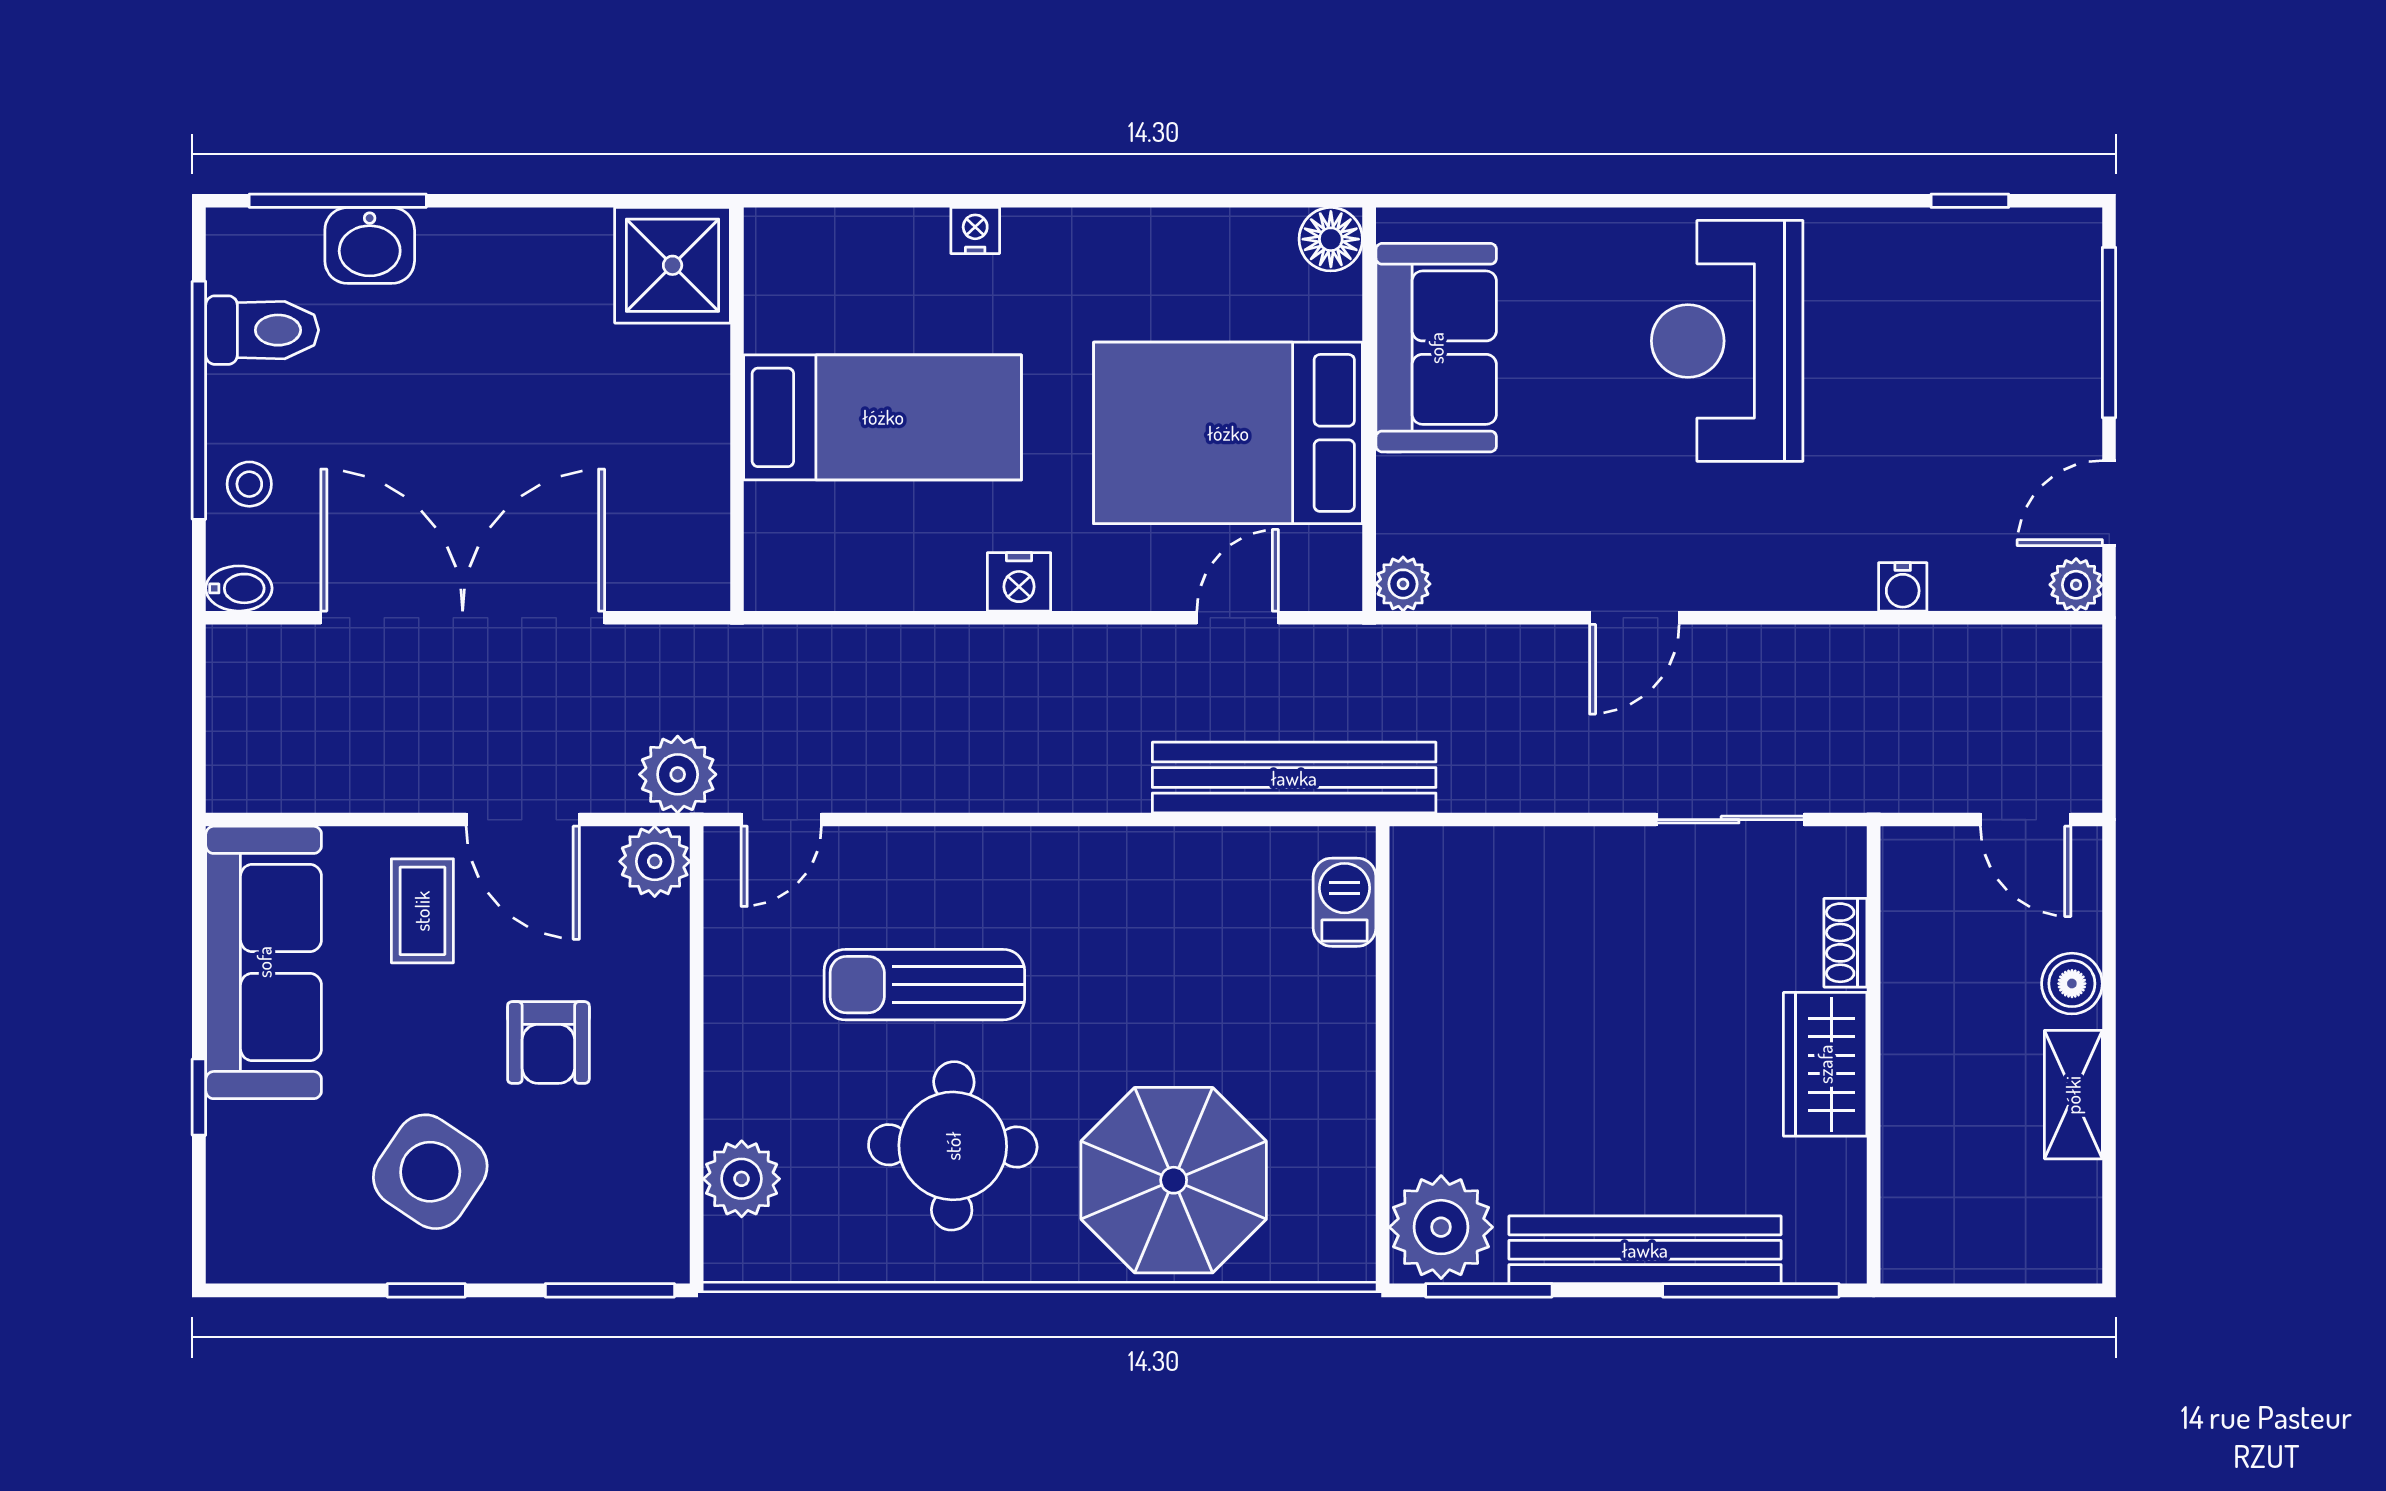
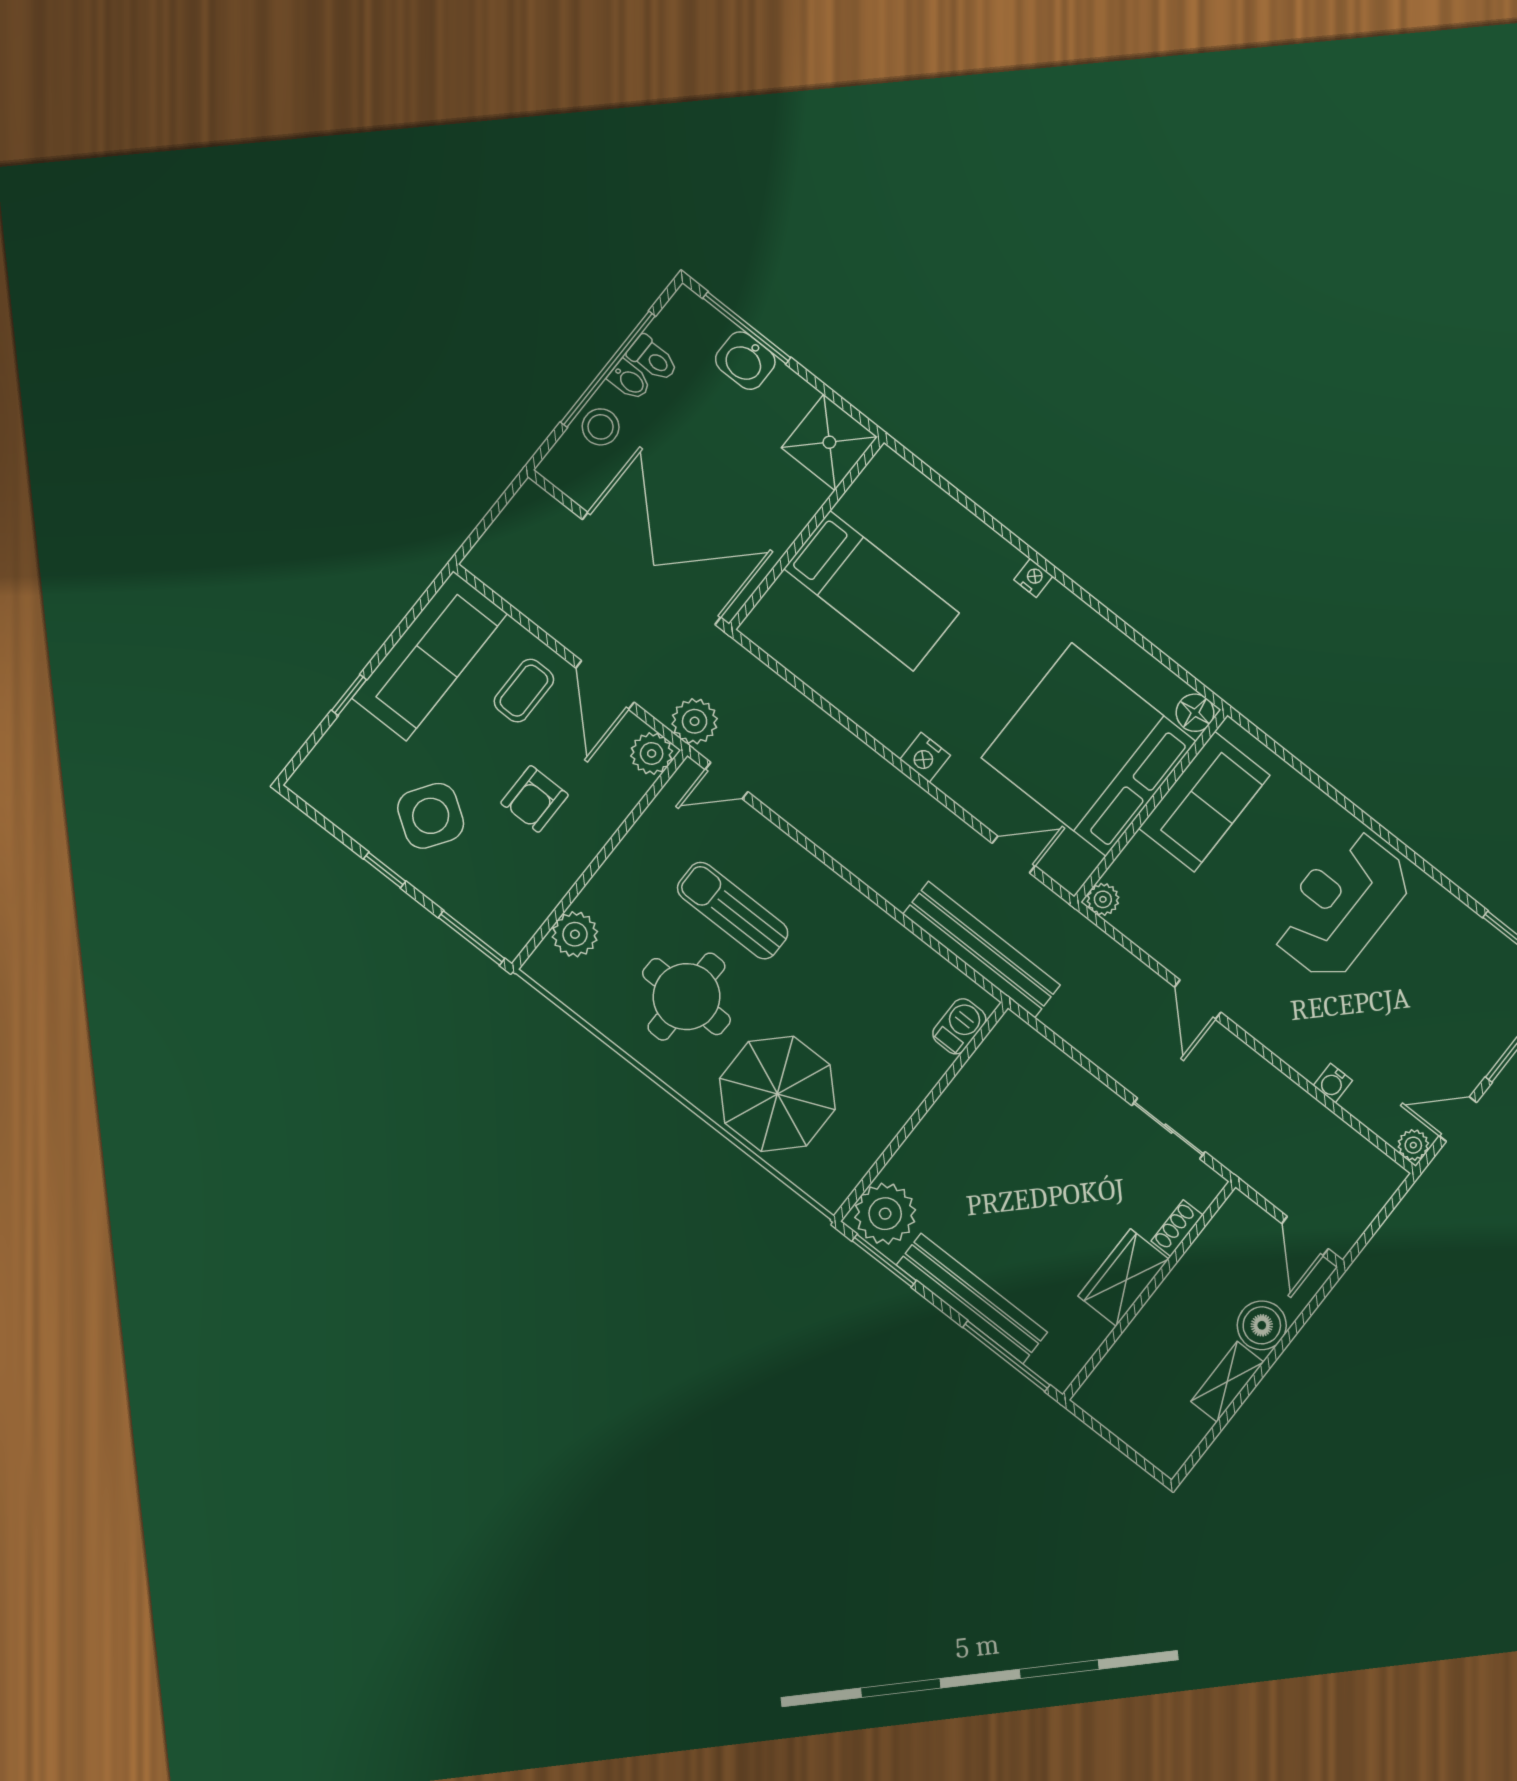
shower: (673, 265) -> (829, 442), moved
toilet: (262, 330) -> (653, 358), width x0.73, depth x0.72
wall: (737, 409) -> (807, 533), moved
bed: (883, 417) -> (872, 591), moved
bed: (1228, 433) -> (1089, 750), width x1.36
stool: (249, 484) -> (601, 427), width x1.37, depth x1.37
bidet: (239, 588) -> (630, 380), moved
door: (1634, 618) -> (1198, 1000), hinge flipped
boiler: (2072, 984) -> (1262, 1325), width x1.36, depth x1.36

